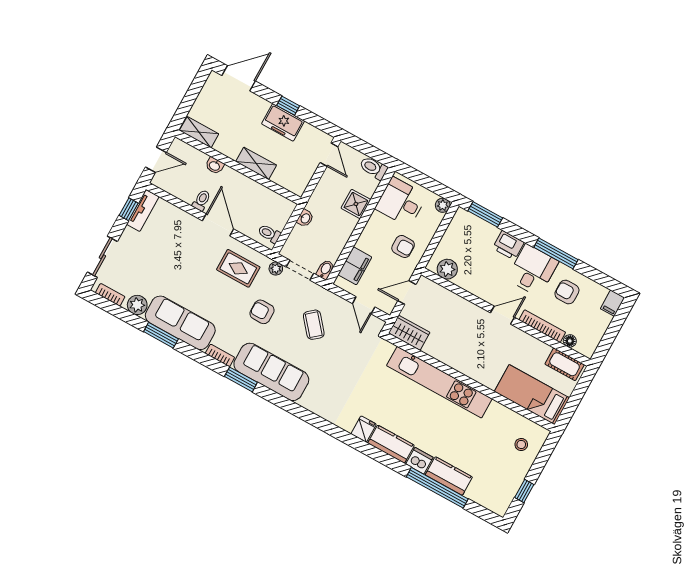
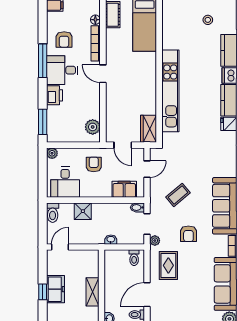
stool: (521, 444) -> (208, 20), moved

